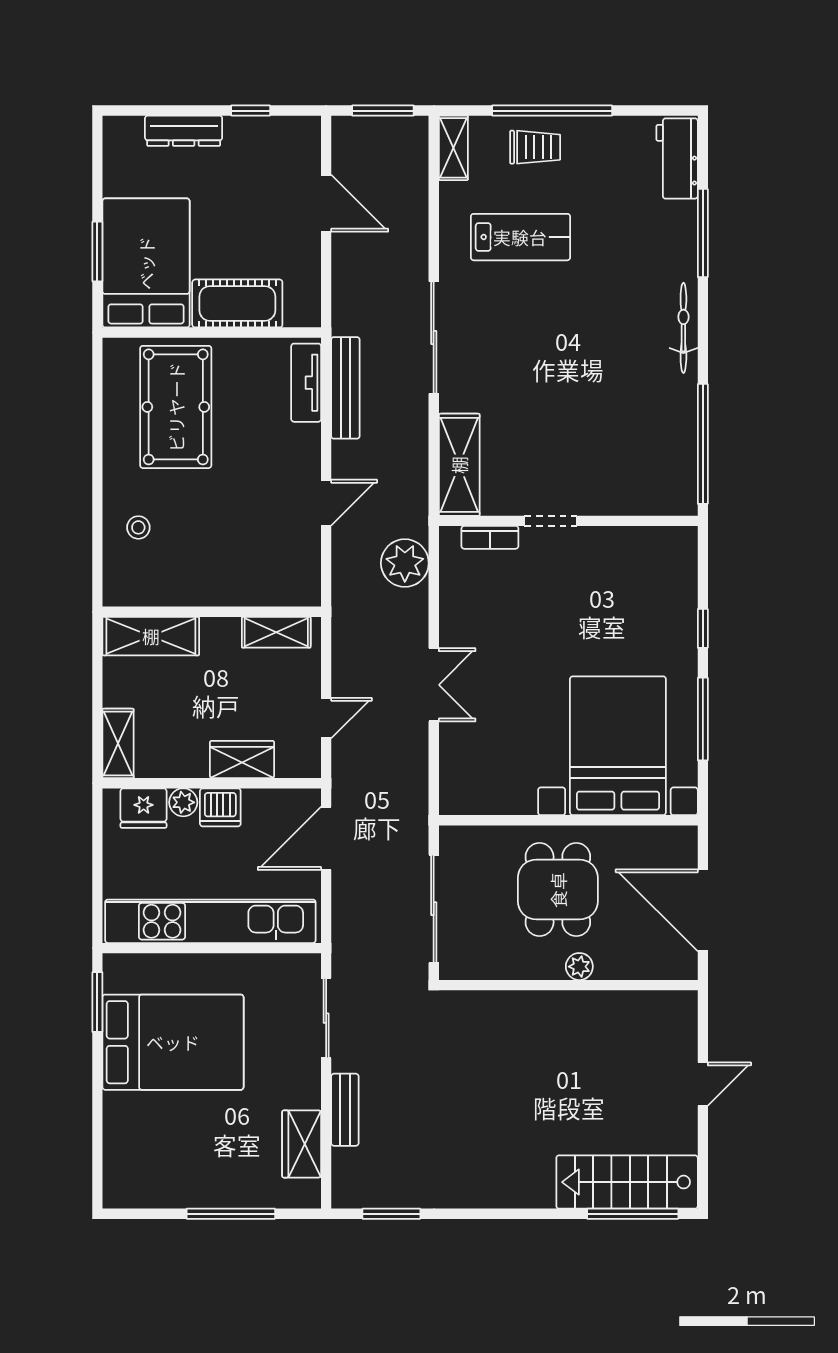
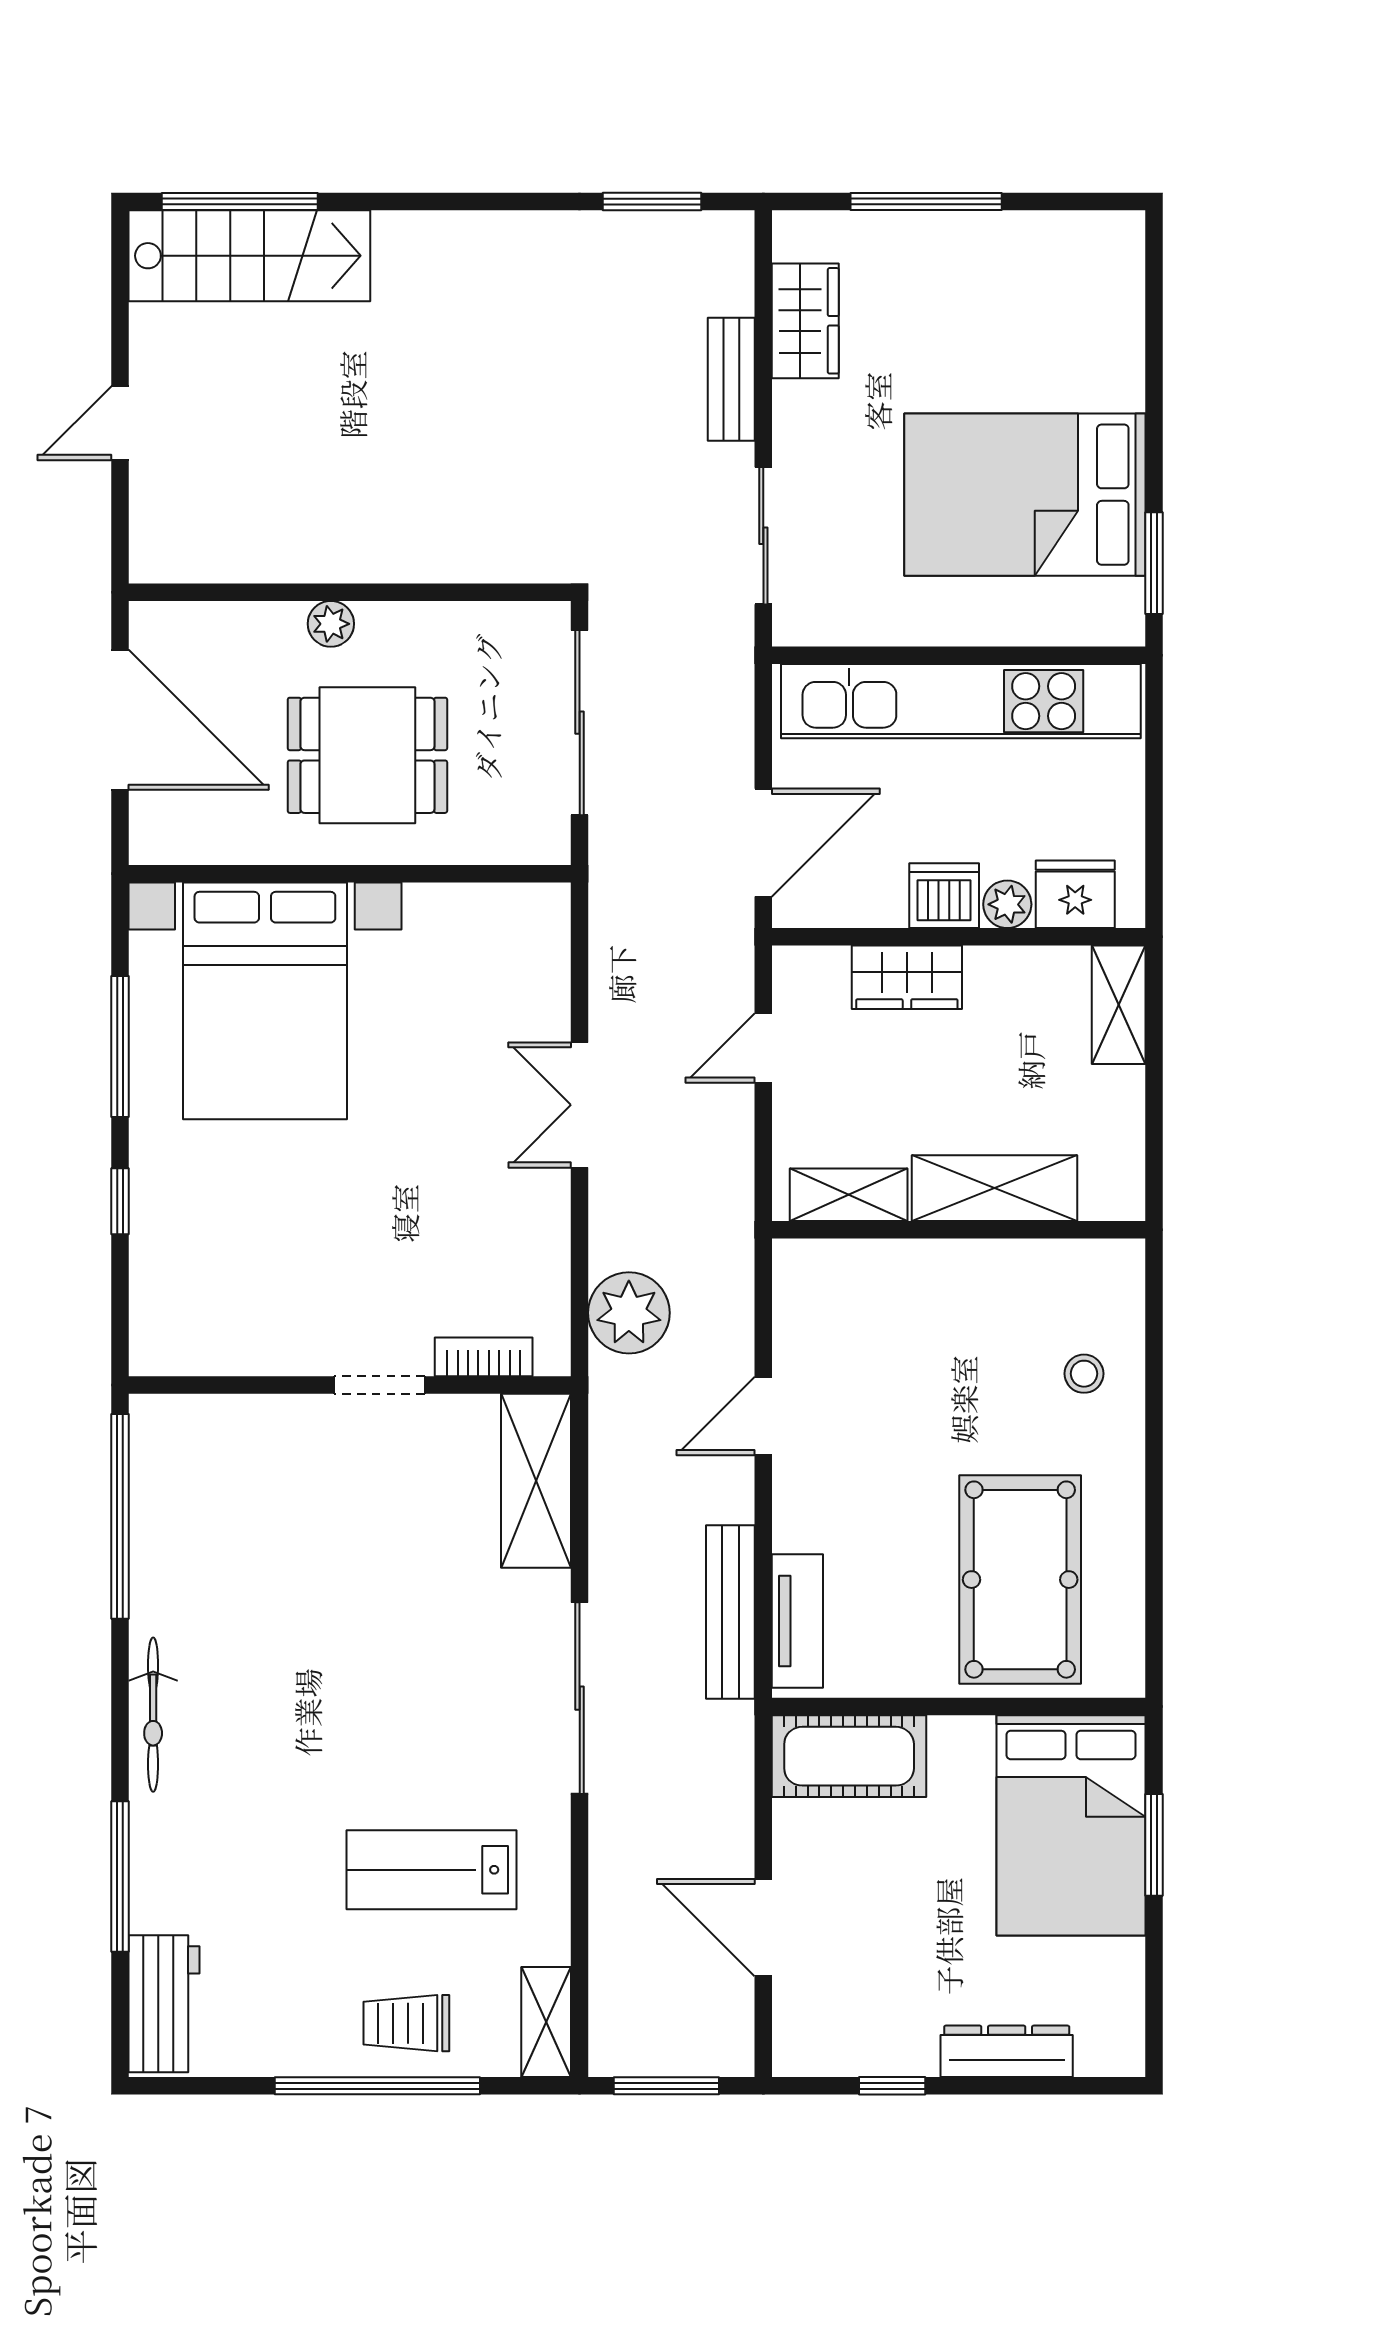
cot: (237, 303) -> (849, 1756), moved
shelving: (151, 636) -> (995, 1188), moved
dining table: (558, 890) -> (367, 755), turned 90

